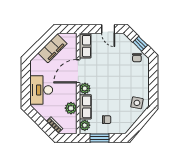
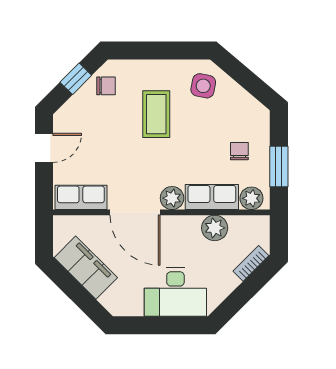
coffee table: (124, 81) -> (156, 114), added

